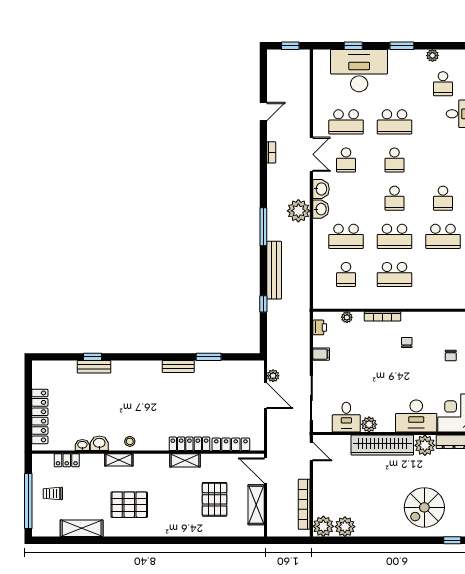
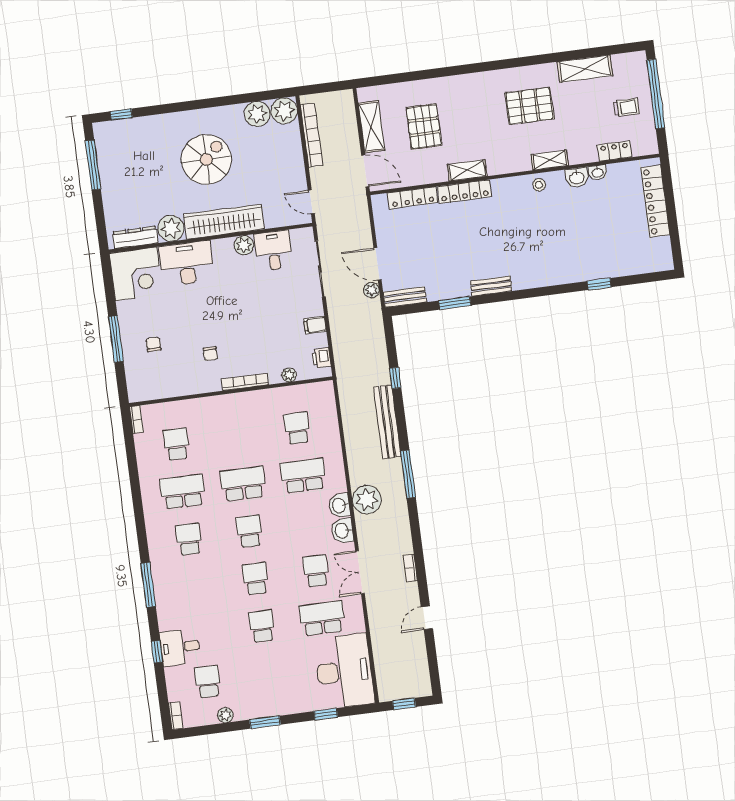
desk: (359, 71) -> (344, 671), moved, turned -90
school desk: (394, 122) -> (262, 626), width x0.54
school desk: (394, 274) -> (176, 444), moved, width x0.54
bench: (94, 367) -> (405, 297), moved
spiral stairs: (424, 507) -> (206, 160), moved

